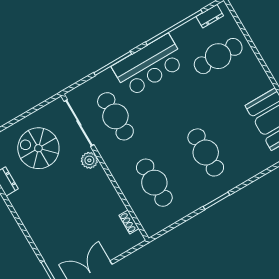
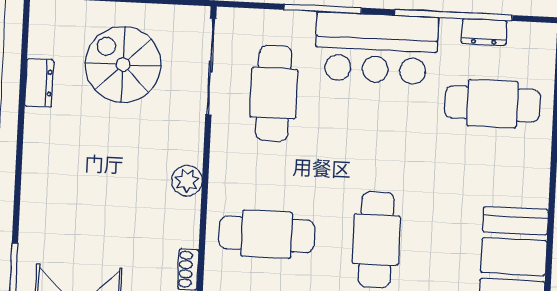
dresser: (210, 16) -> (484, 32), moved
plant: (89, 160) -> (187, 181), moved
cafe table: (154, 183) -> (267, 234), turned 90

